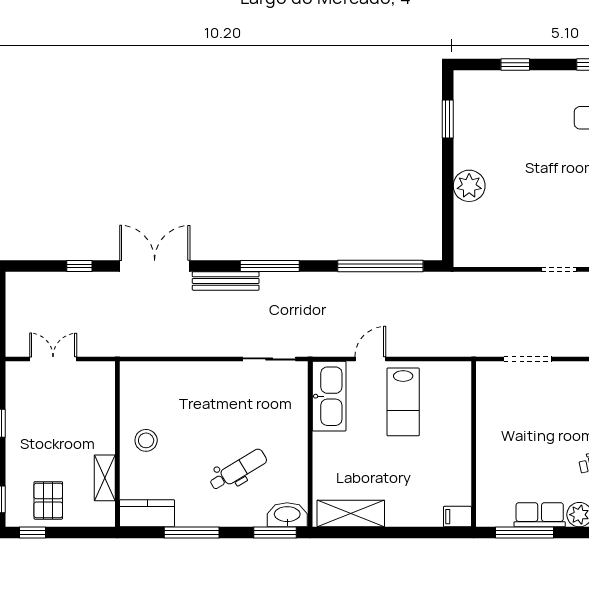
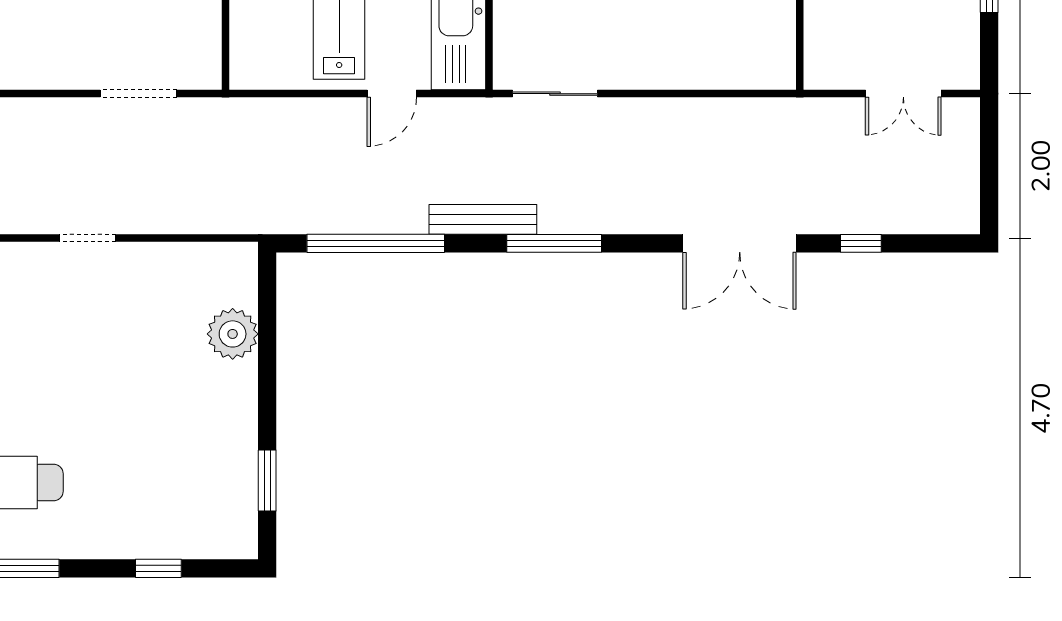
plant: (469, 186) -> (233, 334), moved
bench: (226, 281) -> (483, 219), moved

